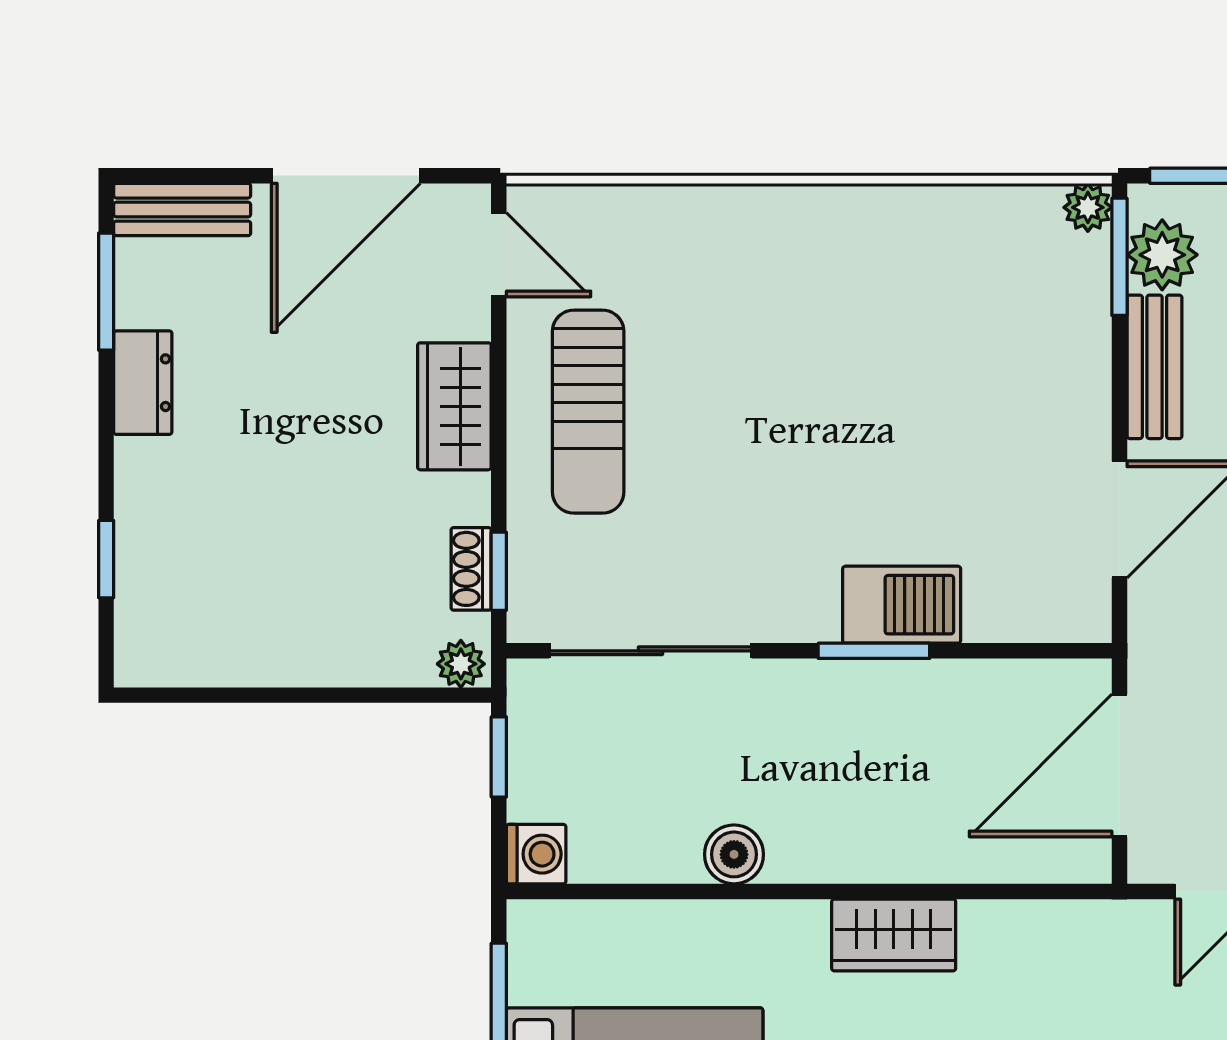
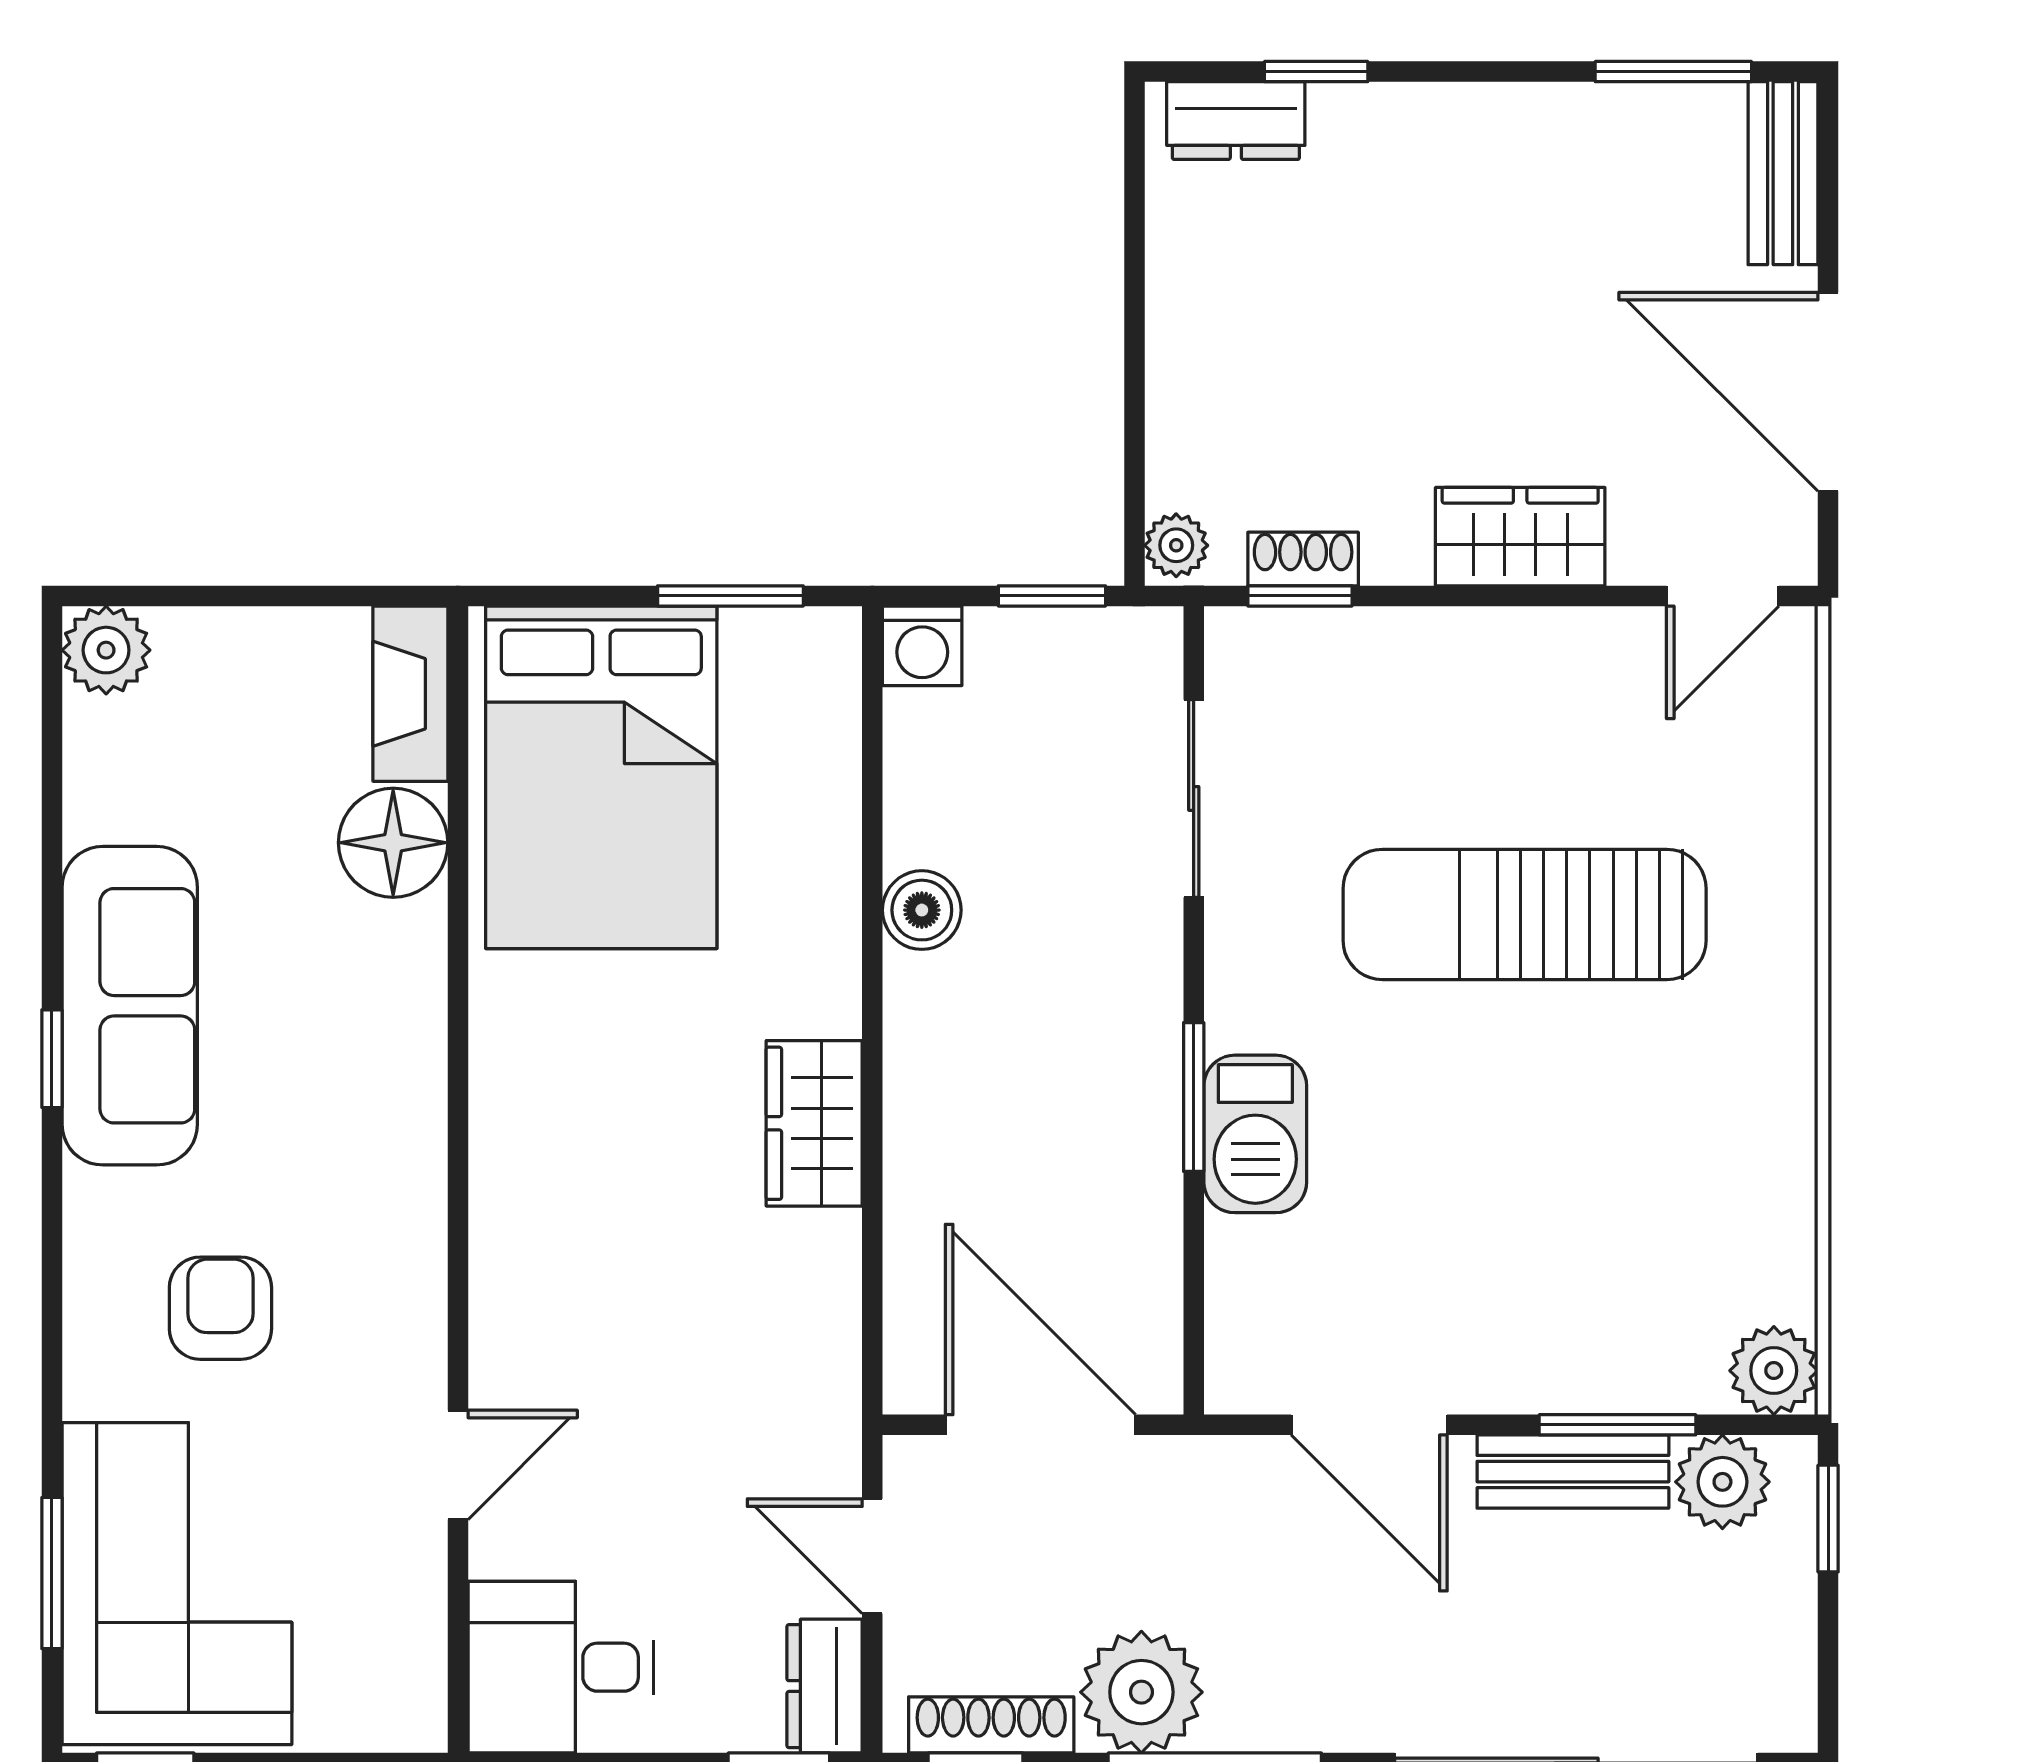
plant: (1088, 207) -> (1774, 1371), width x1.38, depth x1.38
window: (1119, 257) -> (1618, 1425), moved
dresser: (143, 383) -> (1236, 121), moved
sun lounger: (588, 412) -> (1525, 914), moved, width x1.36, depth x1.34
sliding door: (650, 651) -> (1194, 798), width x0.73

